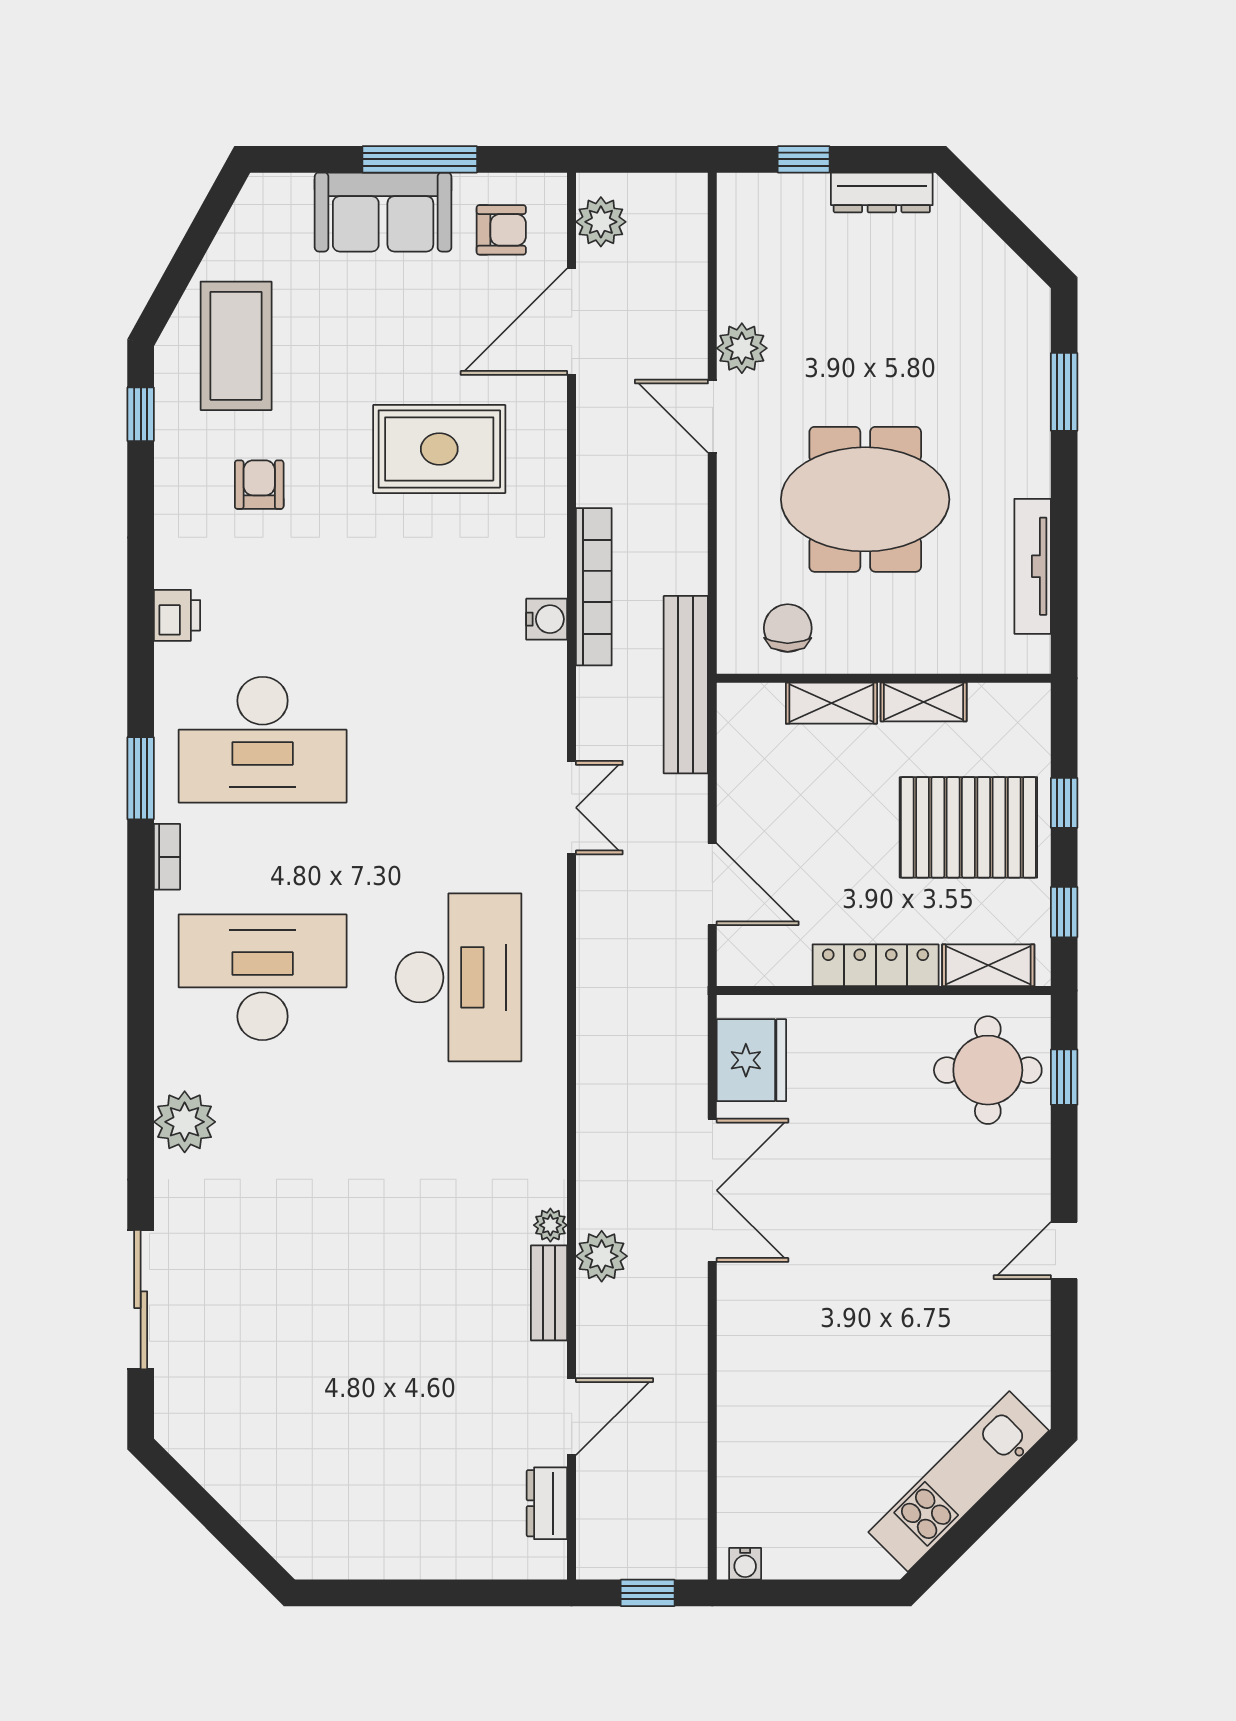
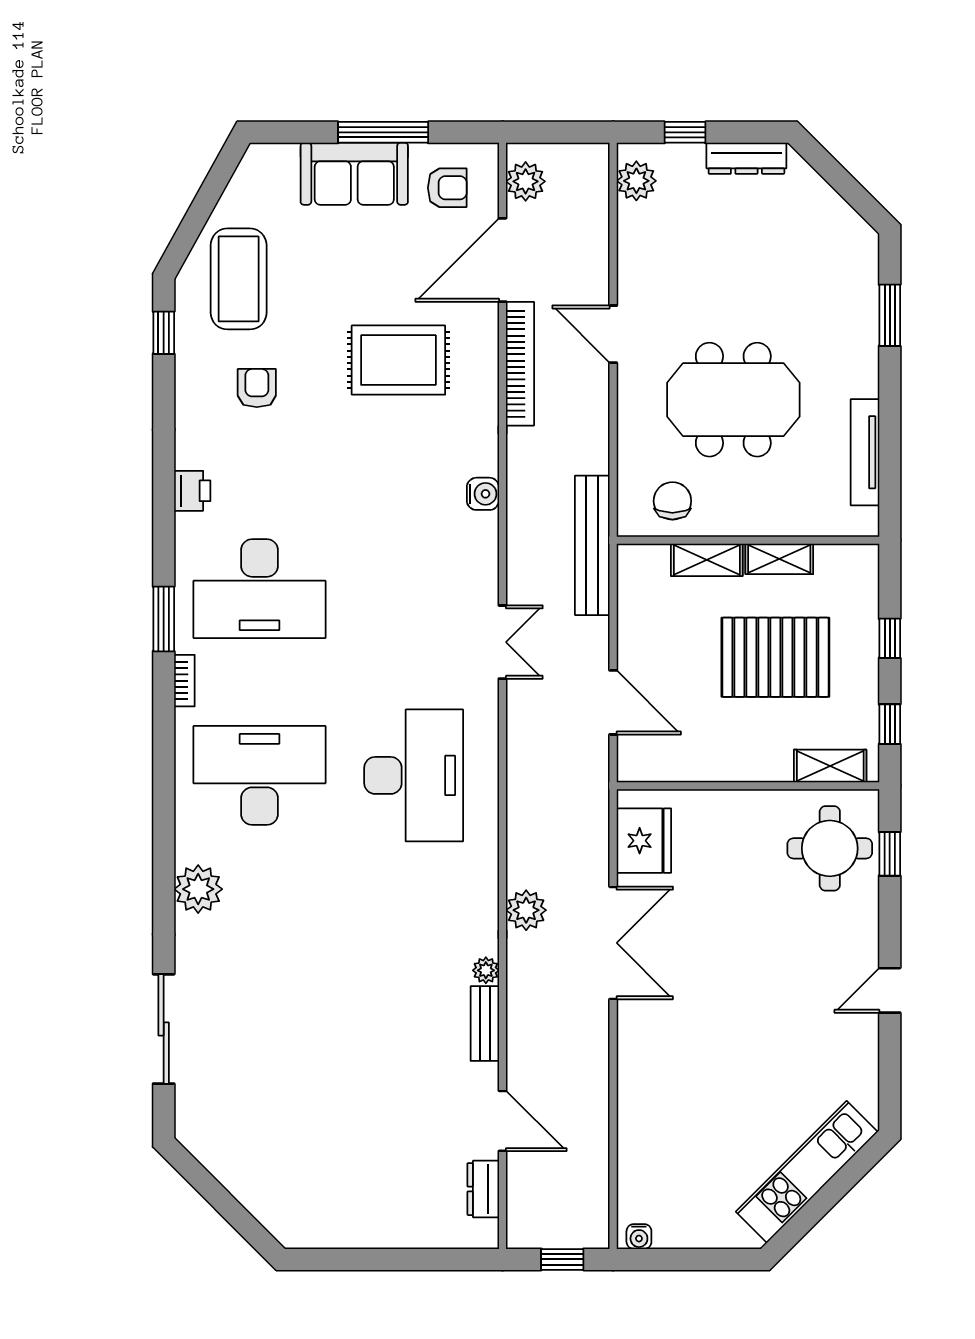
plant: (742, 348) -> (636, 181), moved
bookcase: (594, 587) -> (520, 364), moved
pallet: (968, 827) -> (775, 657), moved
locker: (876, 965) -> (742, 766), removed
plant: (602, 1256) -> (526, 910), moved
door: (572, 1417) -> (503, 1121), hinge flipped

